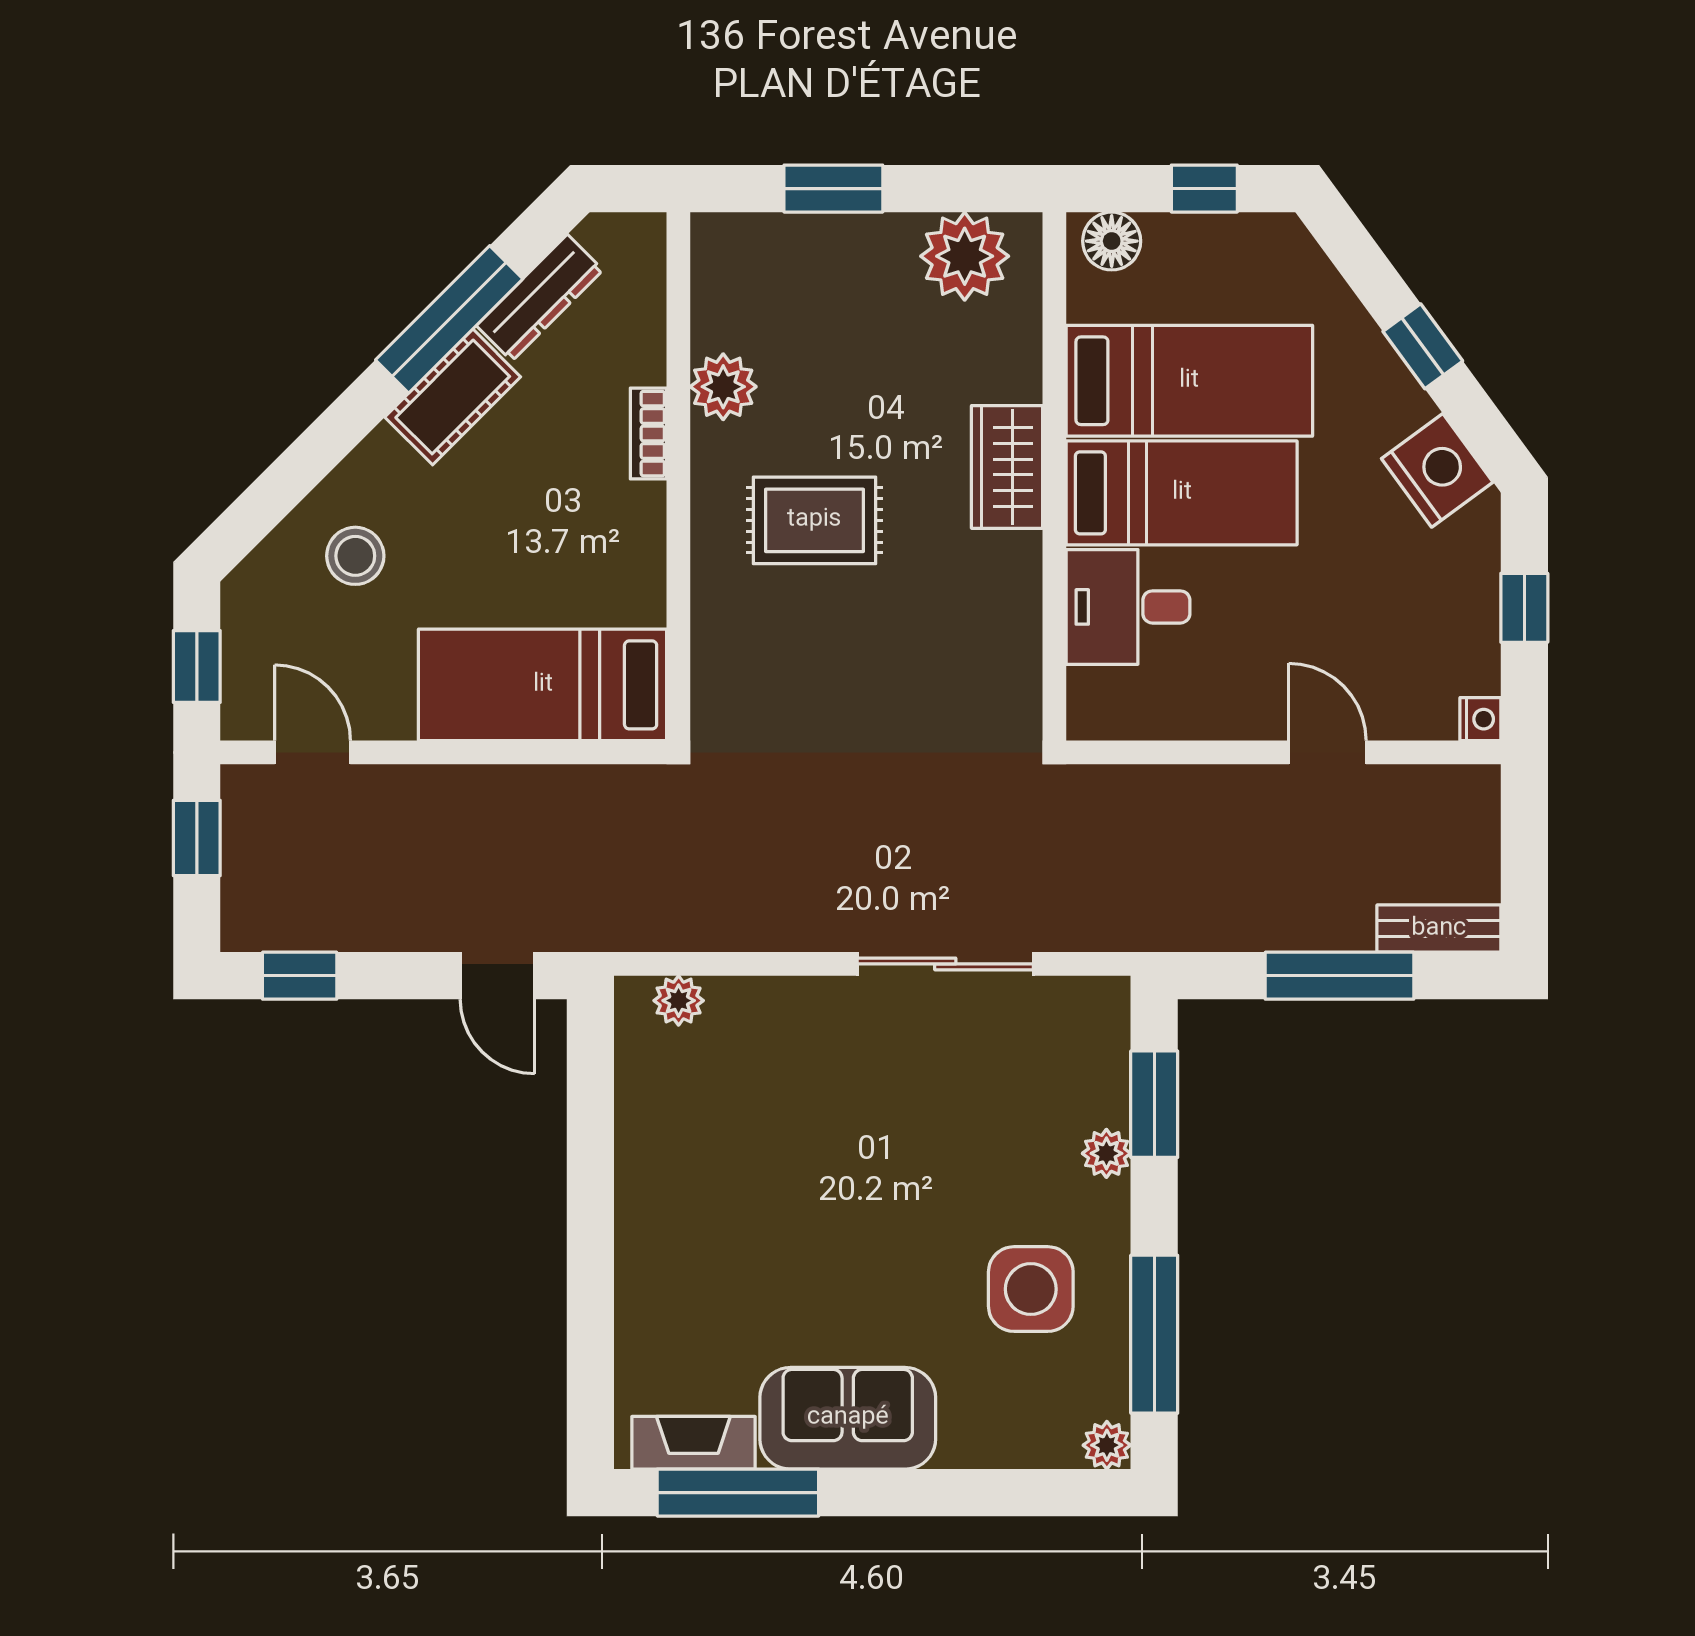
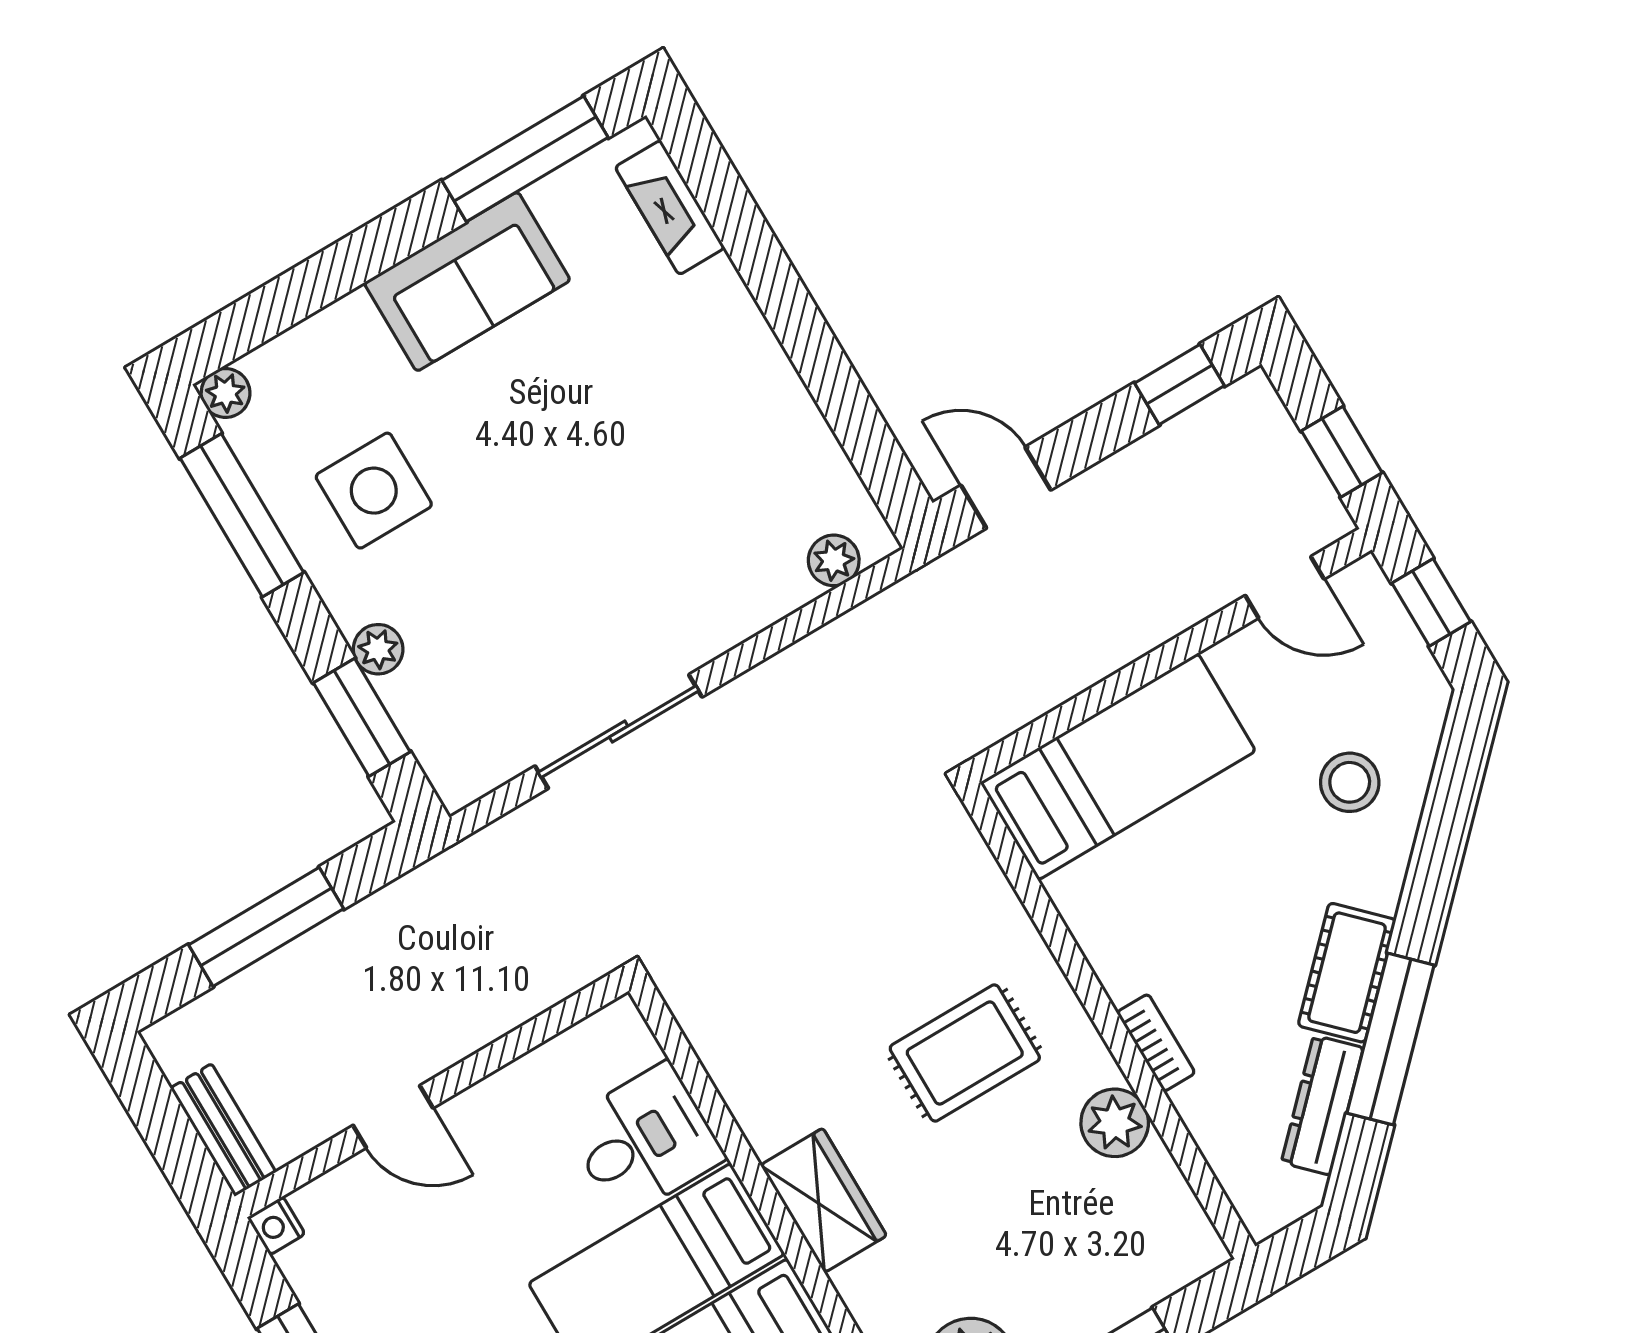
bench: (1439, 929) -> (223, 1130), moved, turned 90
fireplace: (693, 1443) -> (670, 207), moved, turned 90

